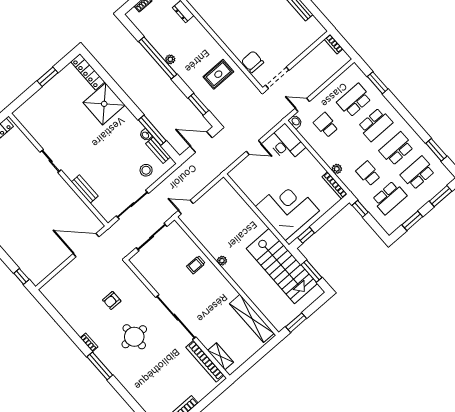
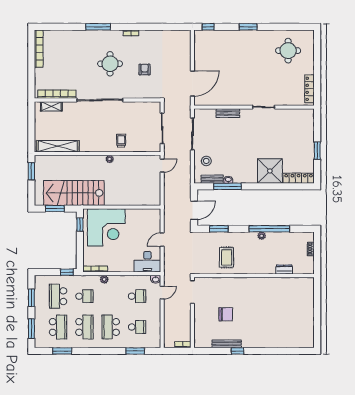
chair: (252, 62) -> (226, 314), moved
school desk: (354, 100) -> (137, 327), width x0.54
window: (100, 366) -> (98, 27), moved

